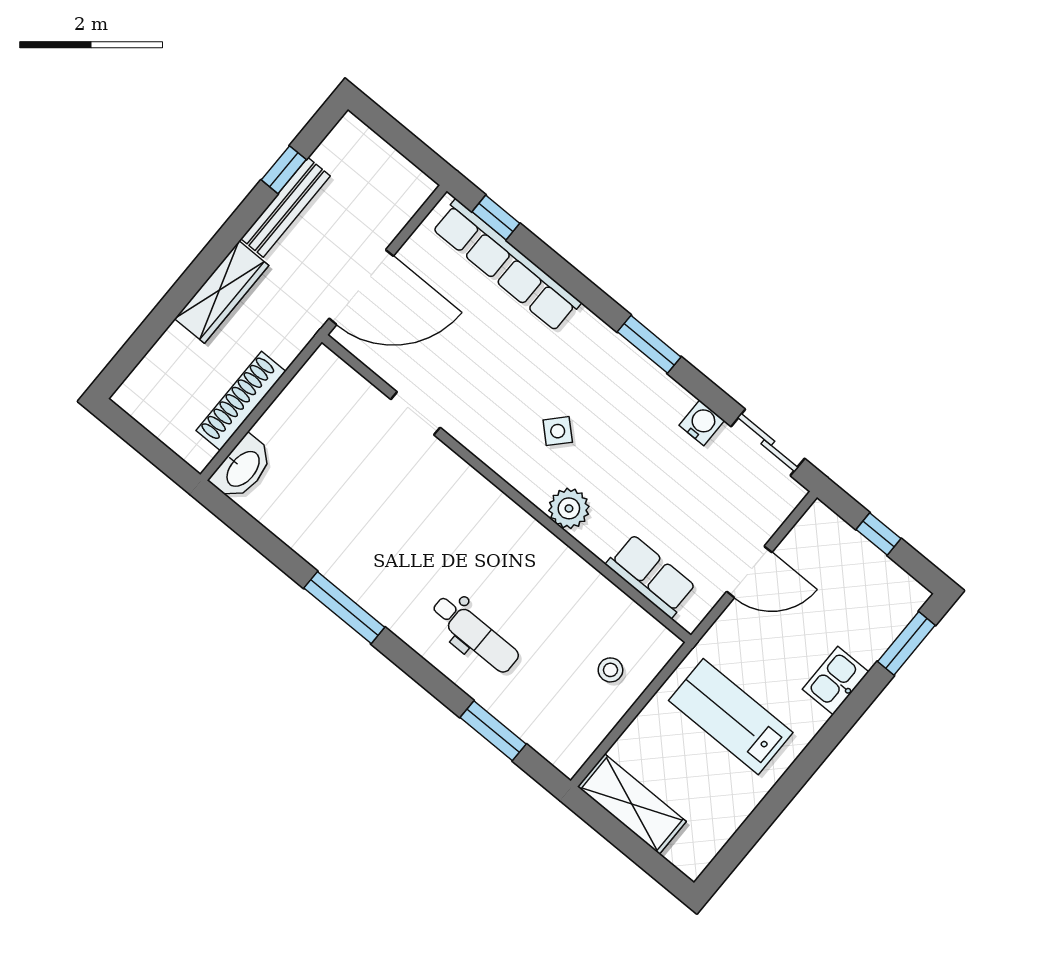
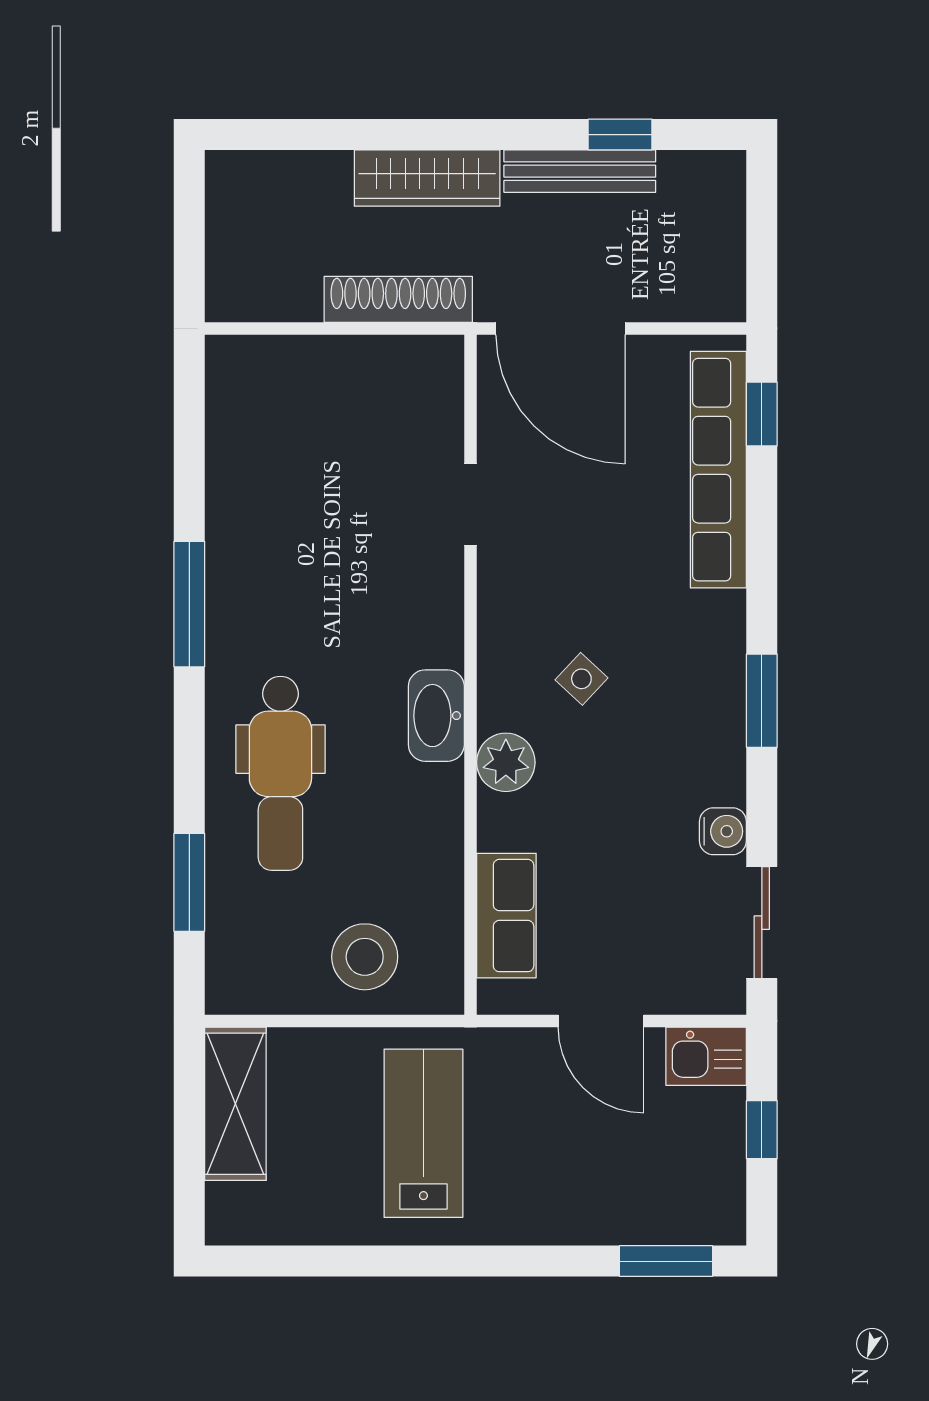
shoe rack: (241, 401) -> (398, 299), moved
washbasin: (242, 468) -> (436, 716), moved, turned 90
dental chair: (475, 634) -> (280, 773), width x1.36, depth x1.38
stool: (610, 670) -> (365, 957), width x1.89, depth x1.89
kitchen sink: (836, 680) -> (706, 1056), moved, turned 180

